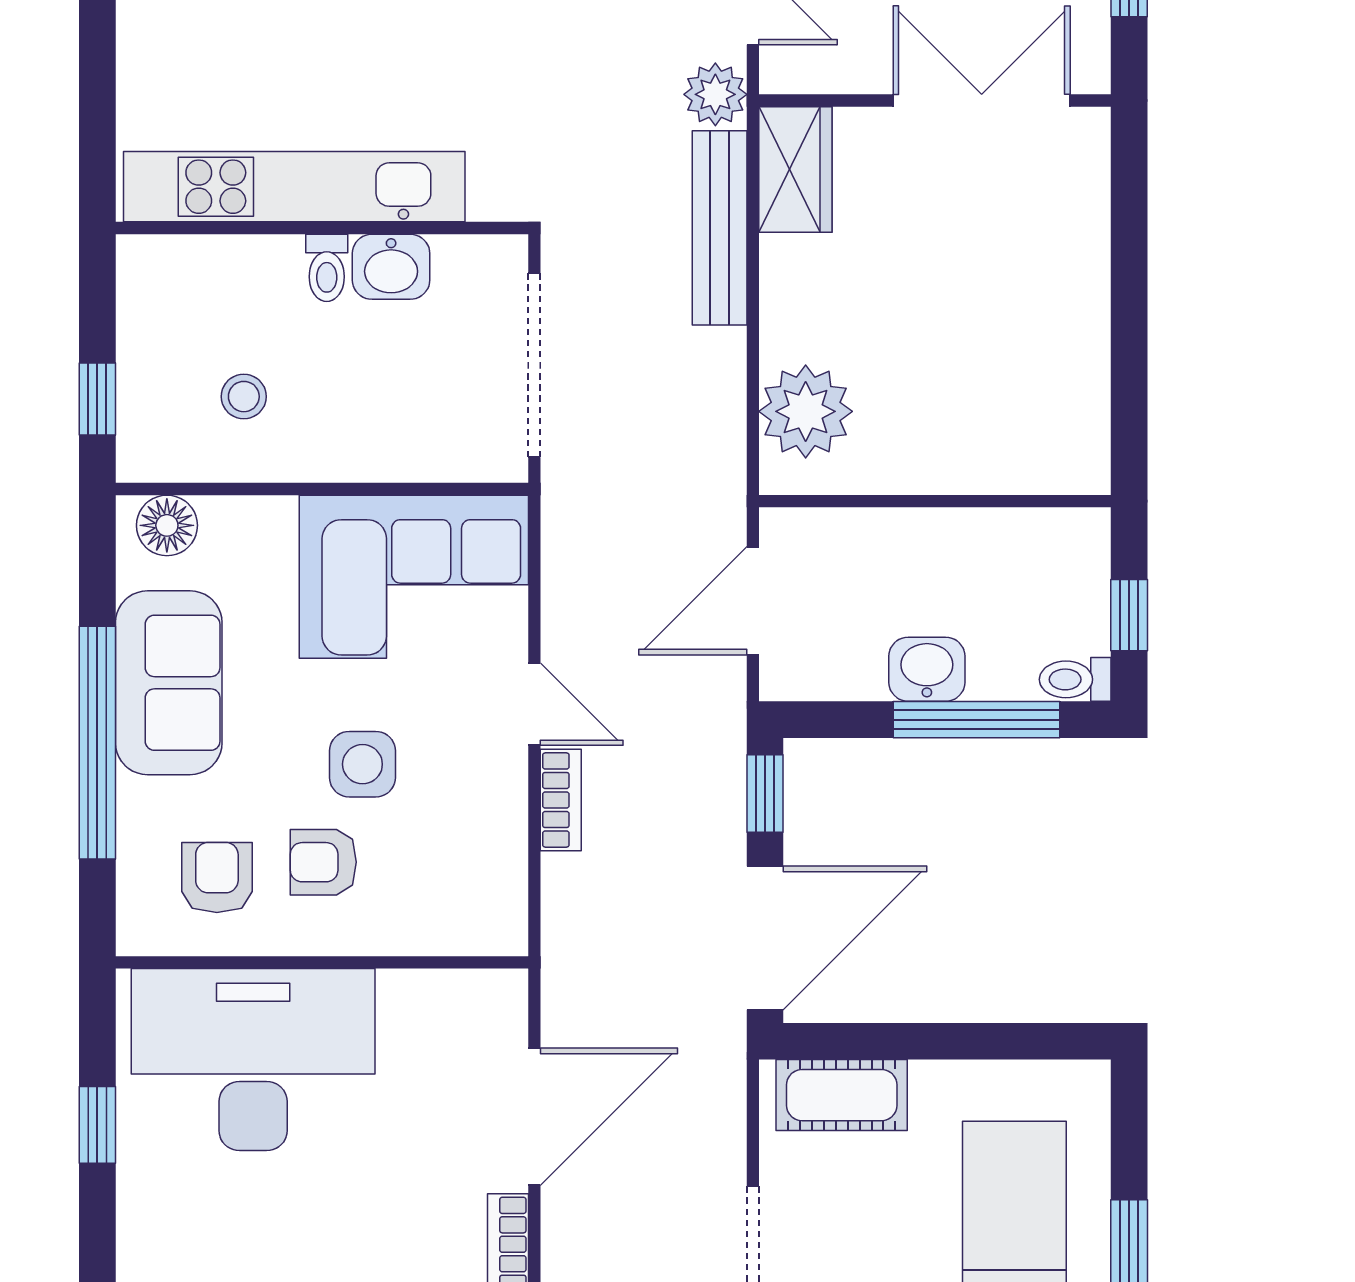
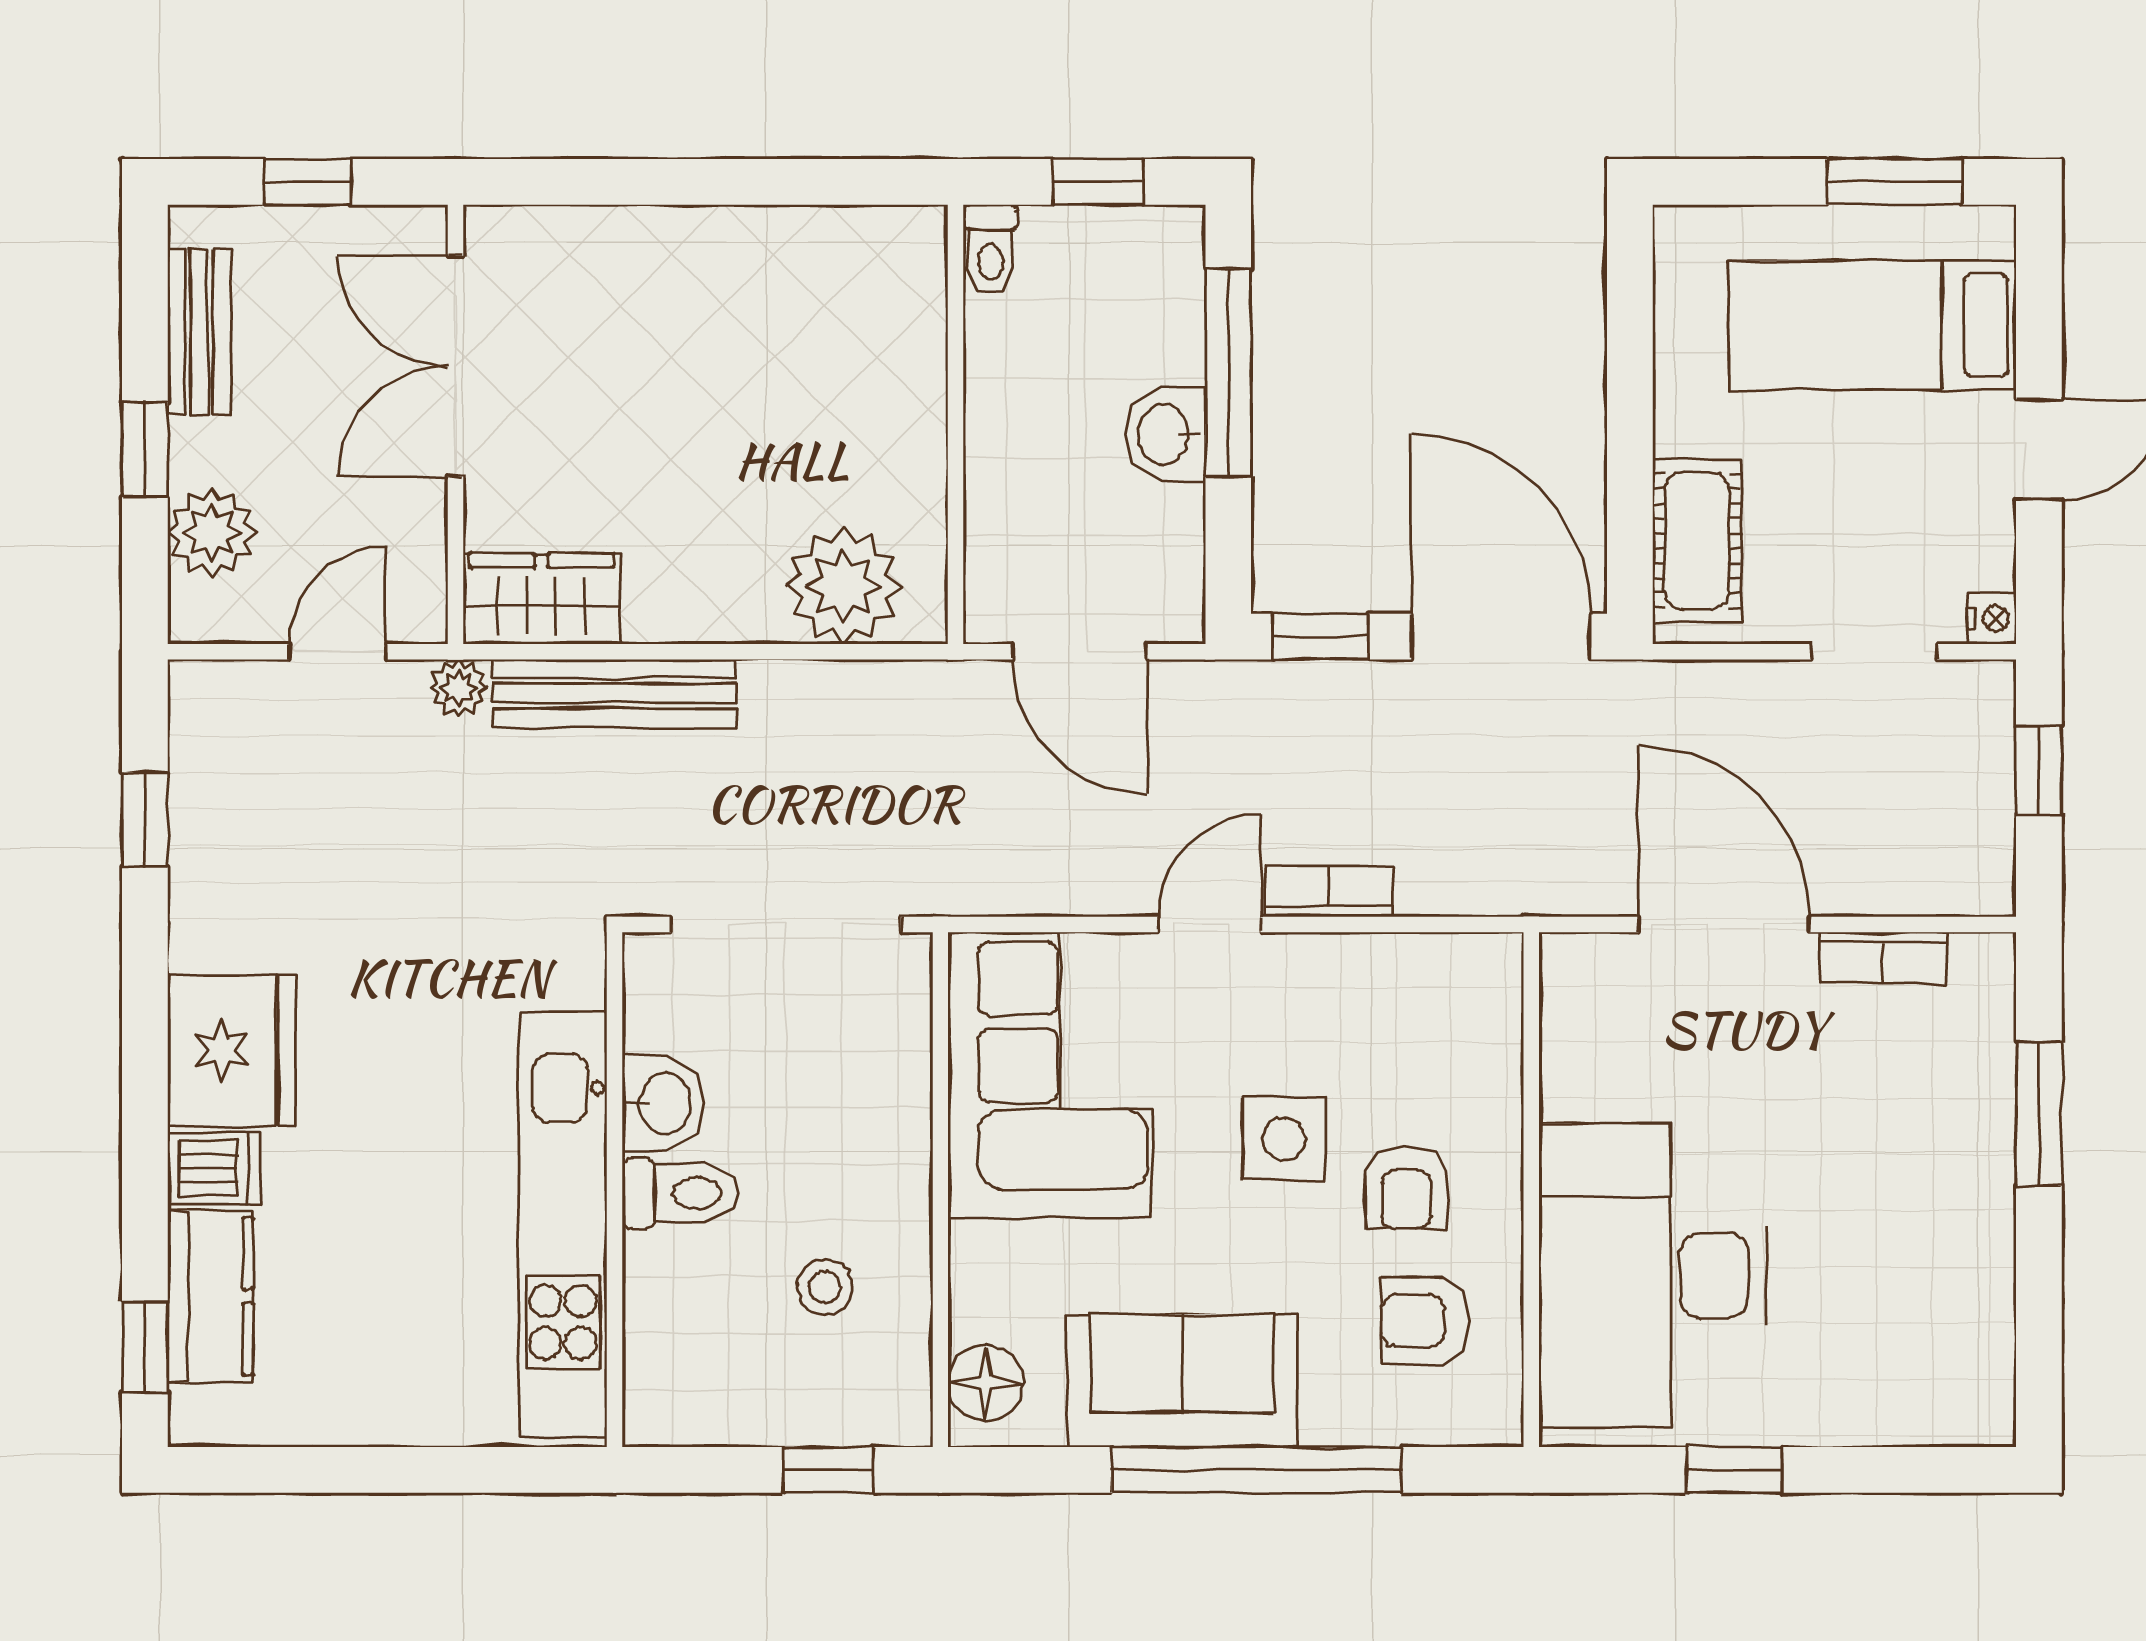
plant: (715, 94) -> (458, 688), width x0.73, depth x0.73
toilet: (327, 268) -> (681, 1193), width x1.37, depth x1.39
toilet: (1075, 679) -> (990, 249), moved

